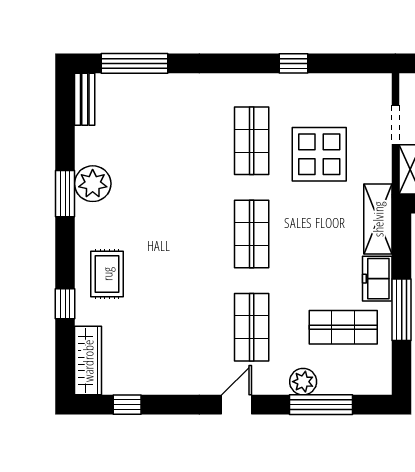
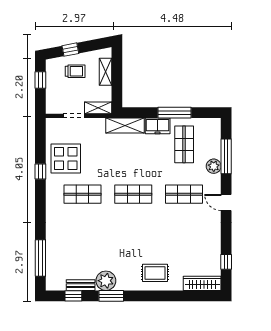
bench: (85, 99) -> (81, 285), moved
display table: (319, 154) -> (66, 158), moved
window: (65, 304) -> (73, 296), moved

